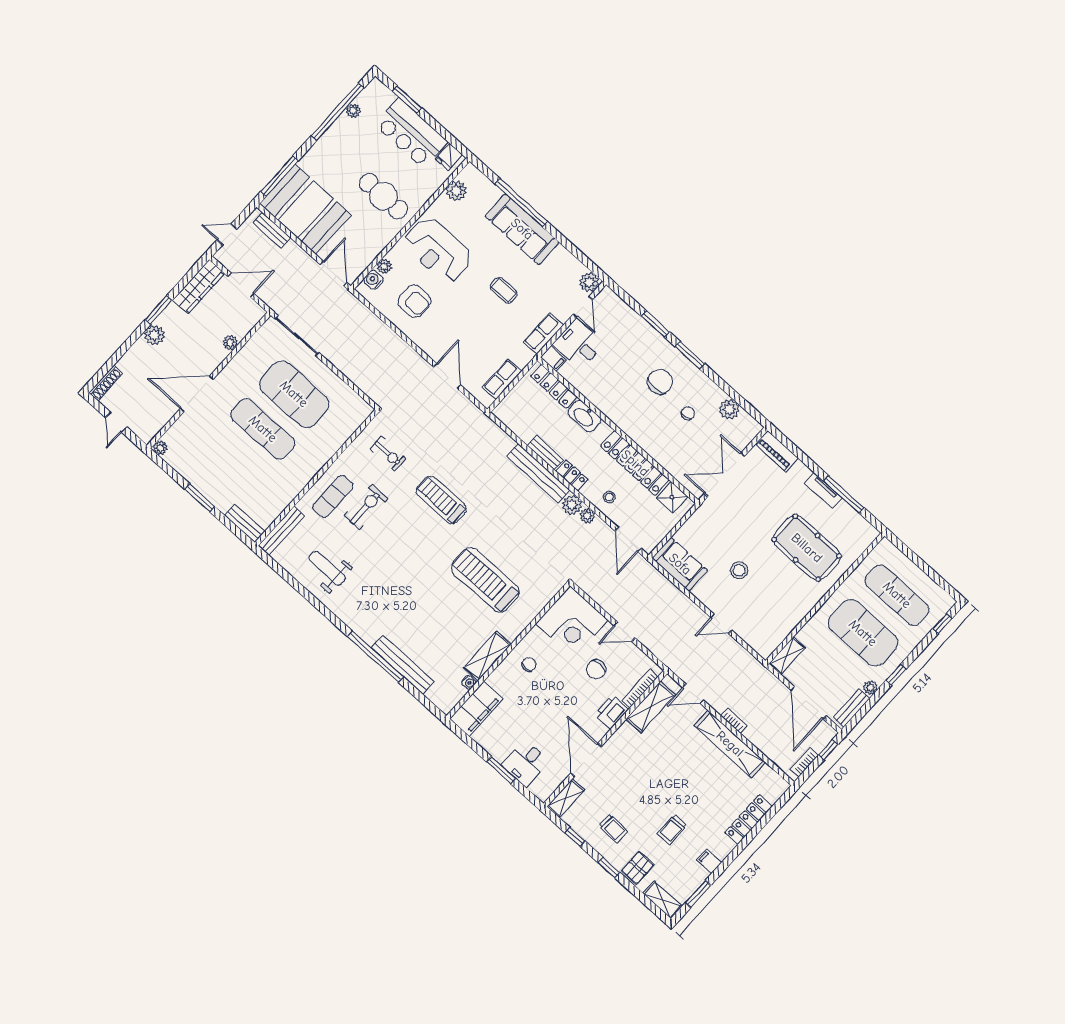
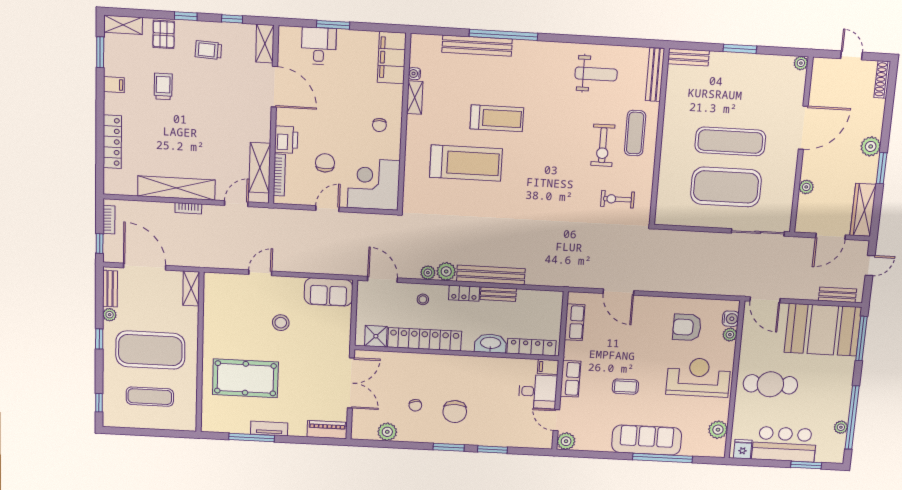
treadmill: (441, 500) -> (497, 118), moved
exercise mat: (897, 595) -> (150, 397), width x0.73, depth x0.69
shelving: (487, 656) -> (415, 98), width x0.67, depth x0.75

